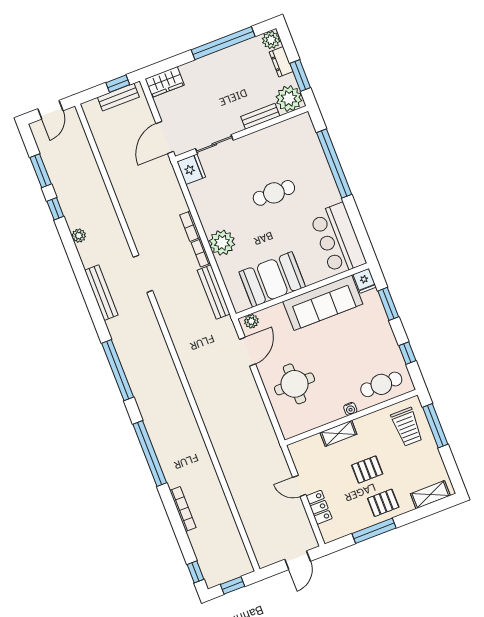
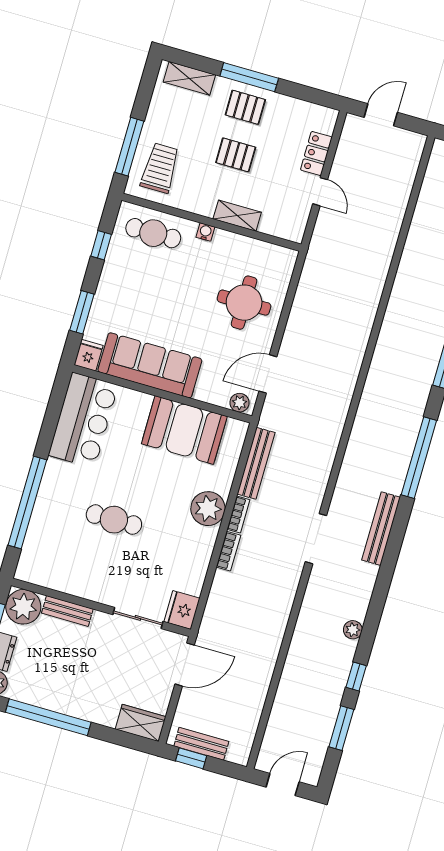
bench: (101, 293) -> (381, 529), moved
window: (374, 531) -> (249, 77), moved

